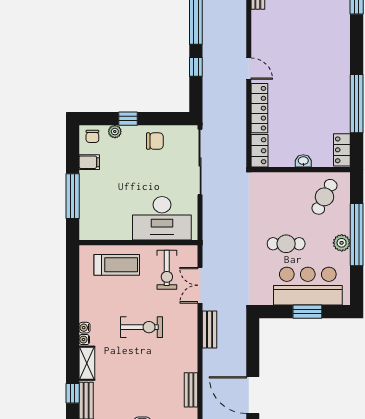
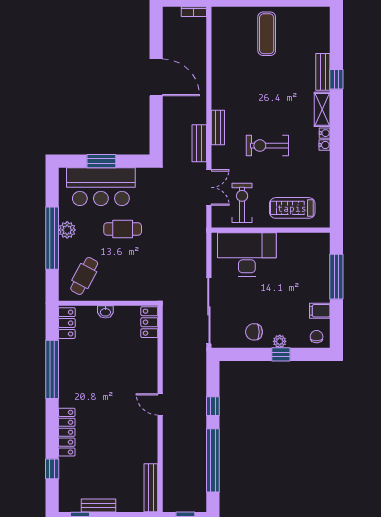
locker: (259, 108) -> (67, 432), moved, turned 180
plant: (115, 132) -> (280, 341), moved
bench: (191, 390) -> (218, 128), moved

